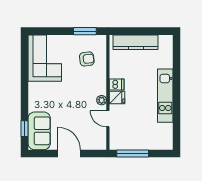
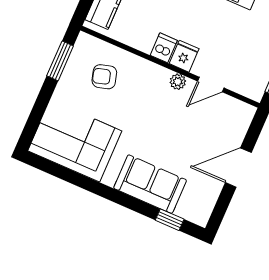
armchair: (87, 59) -> (104, 77), turned -99
sofa: (39, 131) -> (150, 184), moved

